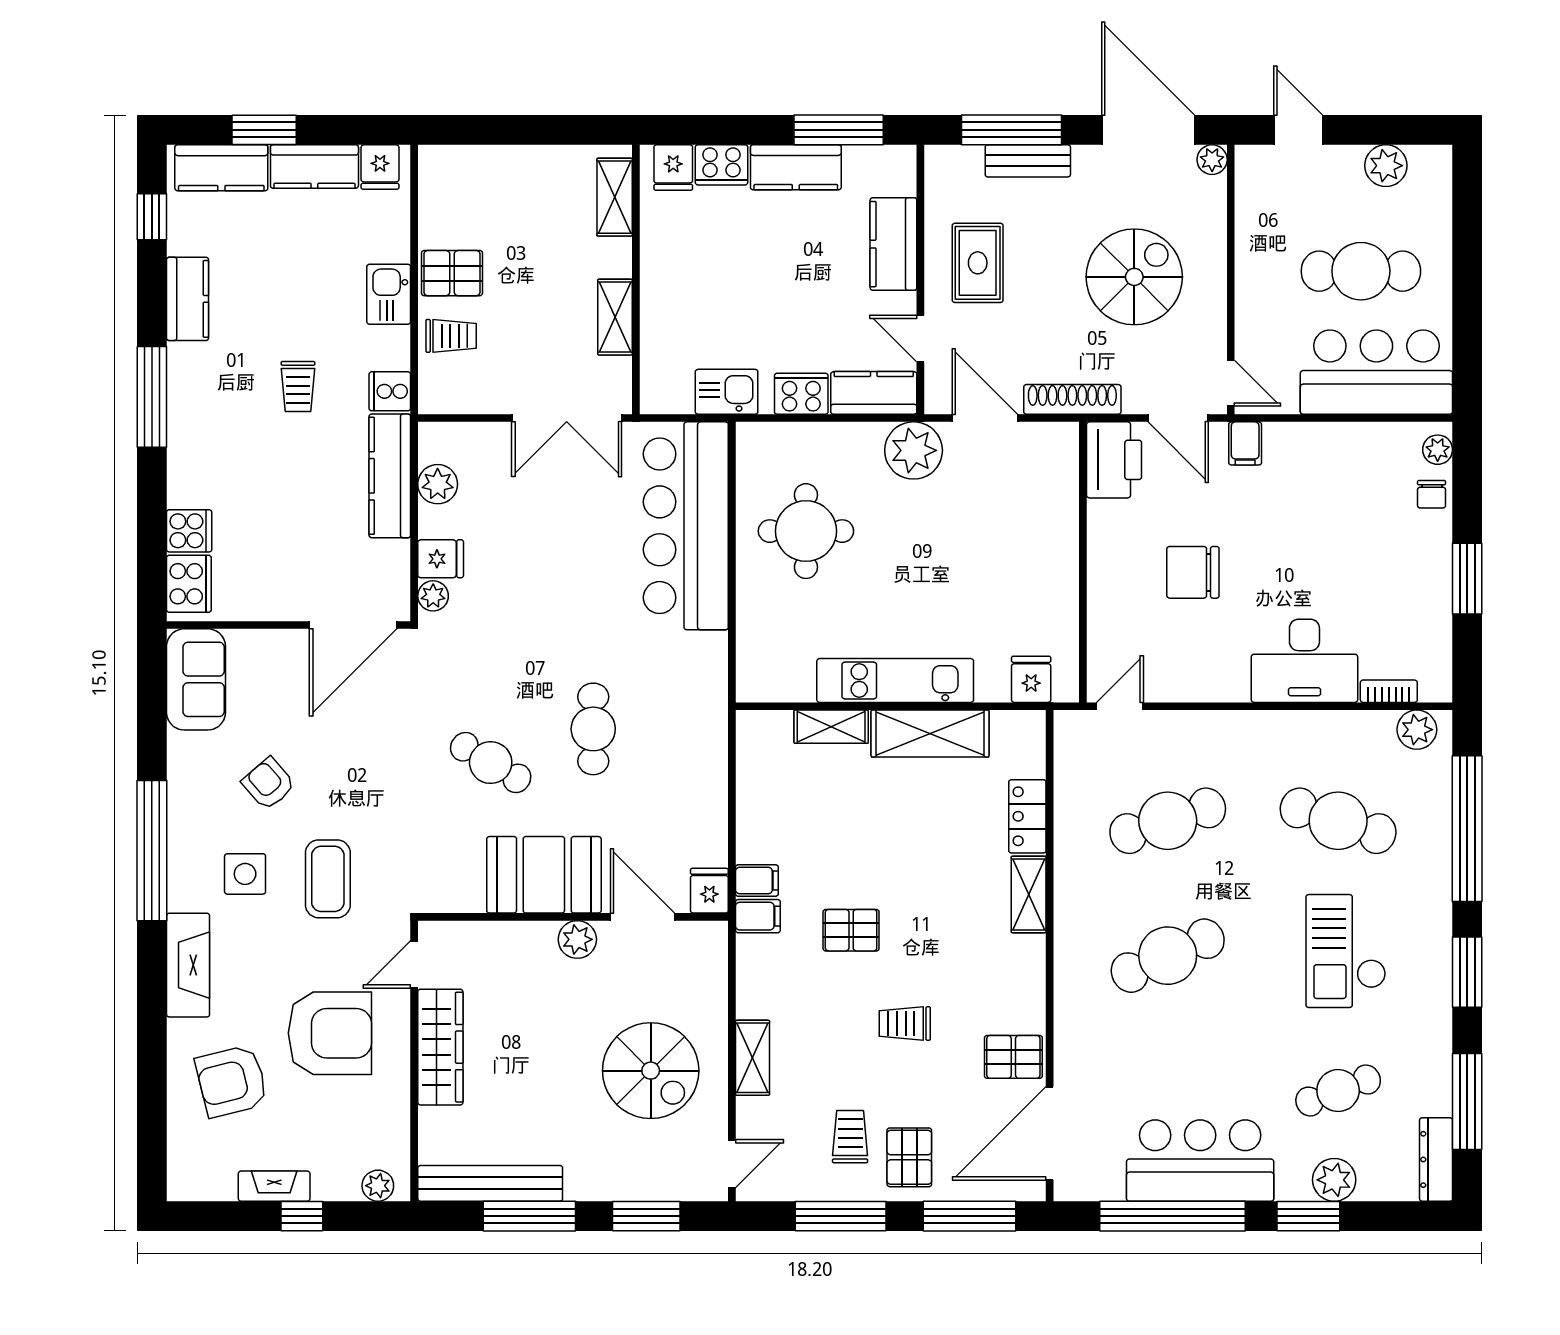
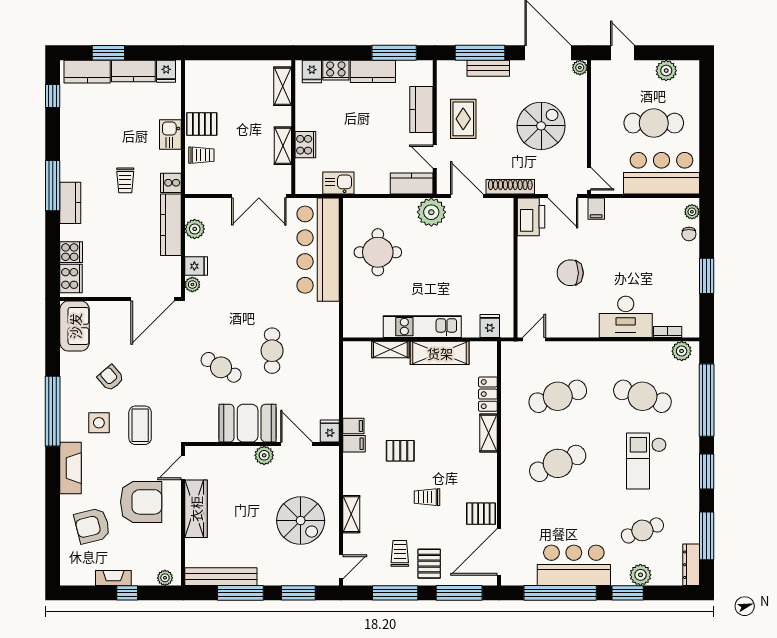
kitchen counter: (188, 299) -> (70, 203), moved
cooker: (801, 394) -> (305, 145), moved, turned 90

